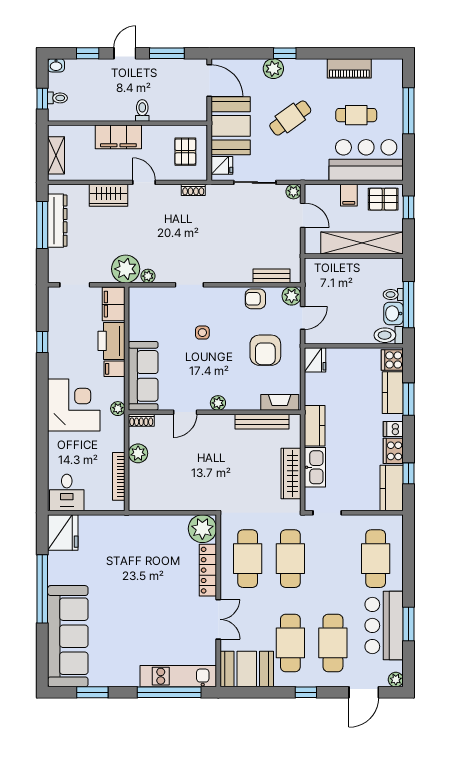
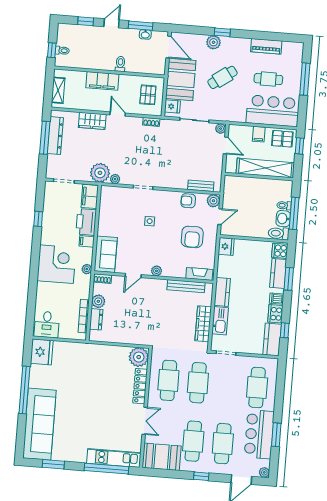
washbasin: (56, 65) -> (145, 34), moved
sofa: (143, 376) -> (106, 254), width x0.73
dresser: (137, 479) -> (96, 319), added

